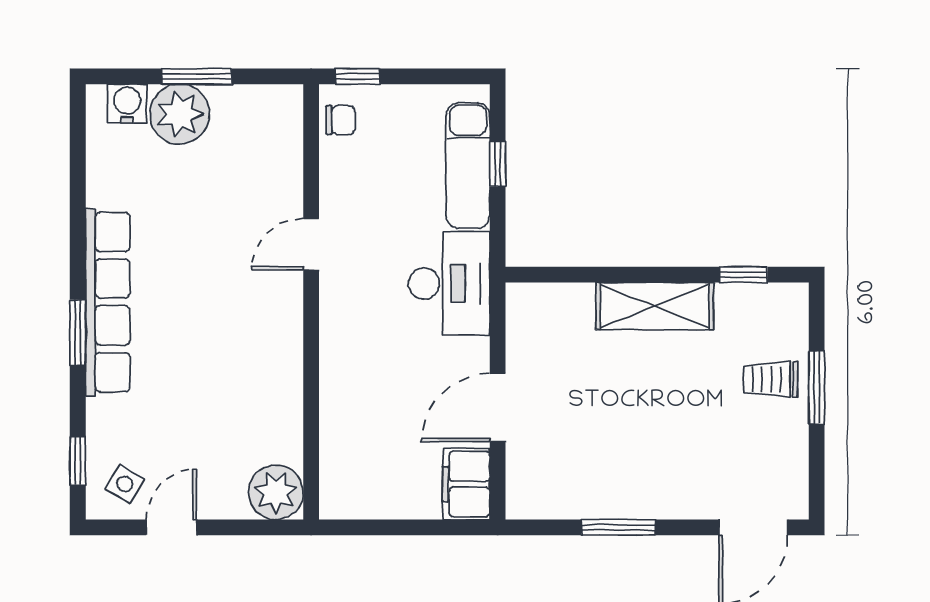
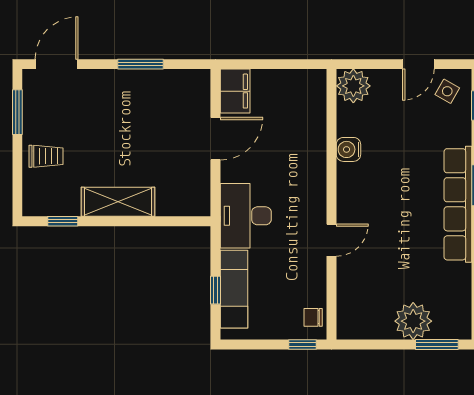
window: (196, 76) -> (437, 344), moved
water cooler: (127, 104) -> (348, 149), moved, turned 90
window: (817, 387) -> (17, 112), moved

